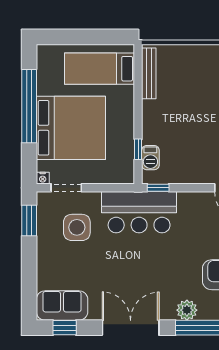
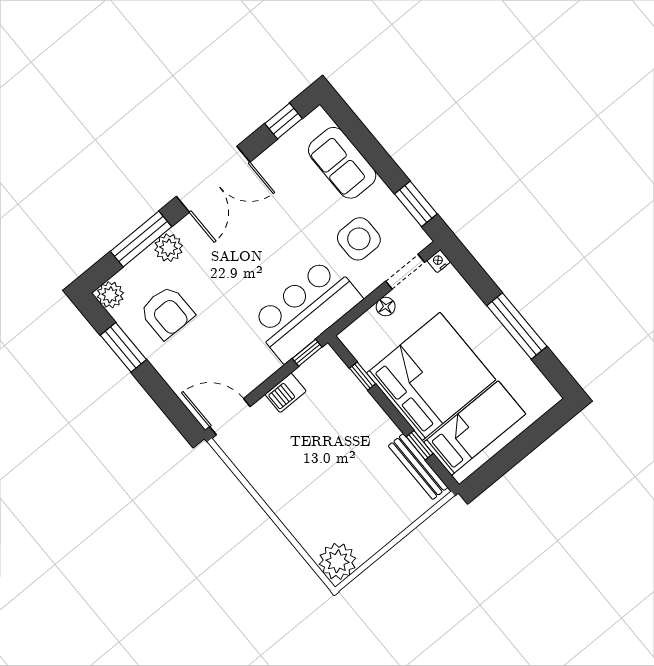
window: (138, 85) -> (420, 445), added
window: (29, 106) -> (517, 326), width x0.68
bed: (71, 128) -> (431, 376), moved, turned 180
barbecue: (150, 158) -> (286, 393), moved, turned -90
floor lamp: (93, 177) -> (386, 307), added
sofa: (62, 306) -> (342, 163), moved, turned 90

